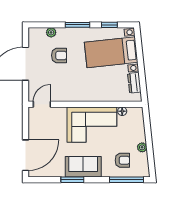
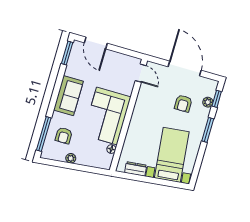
window: (109, 25) -> (217, 99), moved
door: (26, 155) -> (96, 43), width x0.73
window: (72, 180) -> (67, 53), moved

